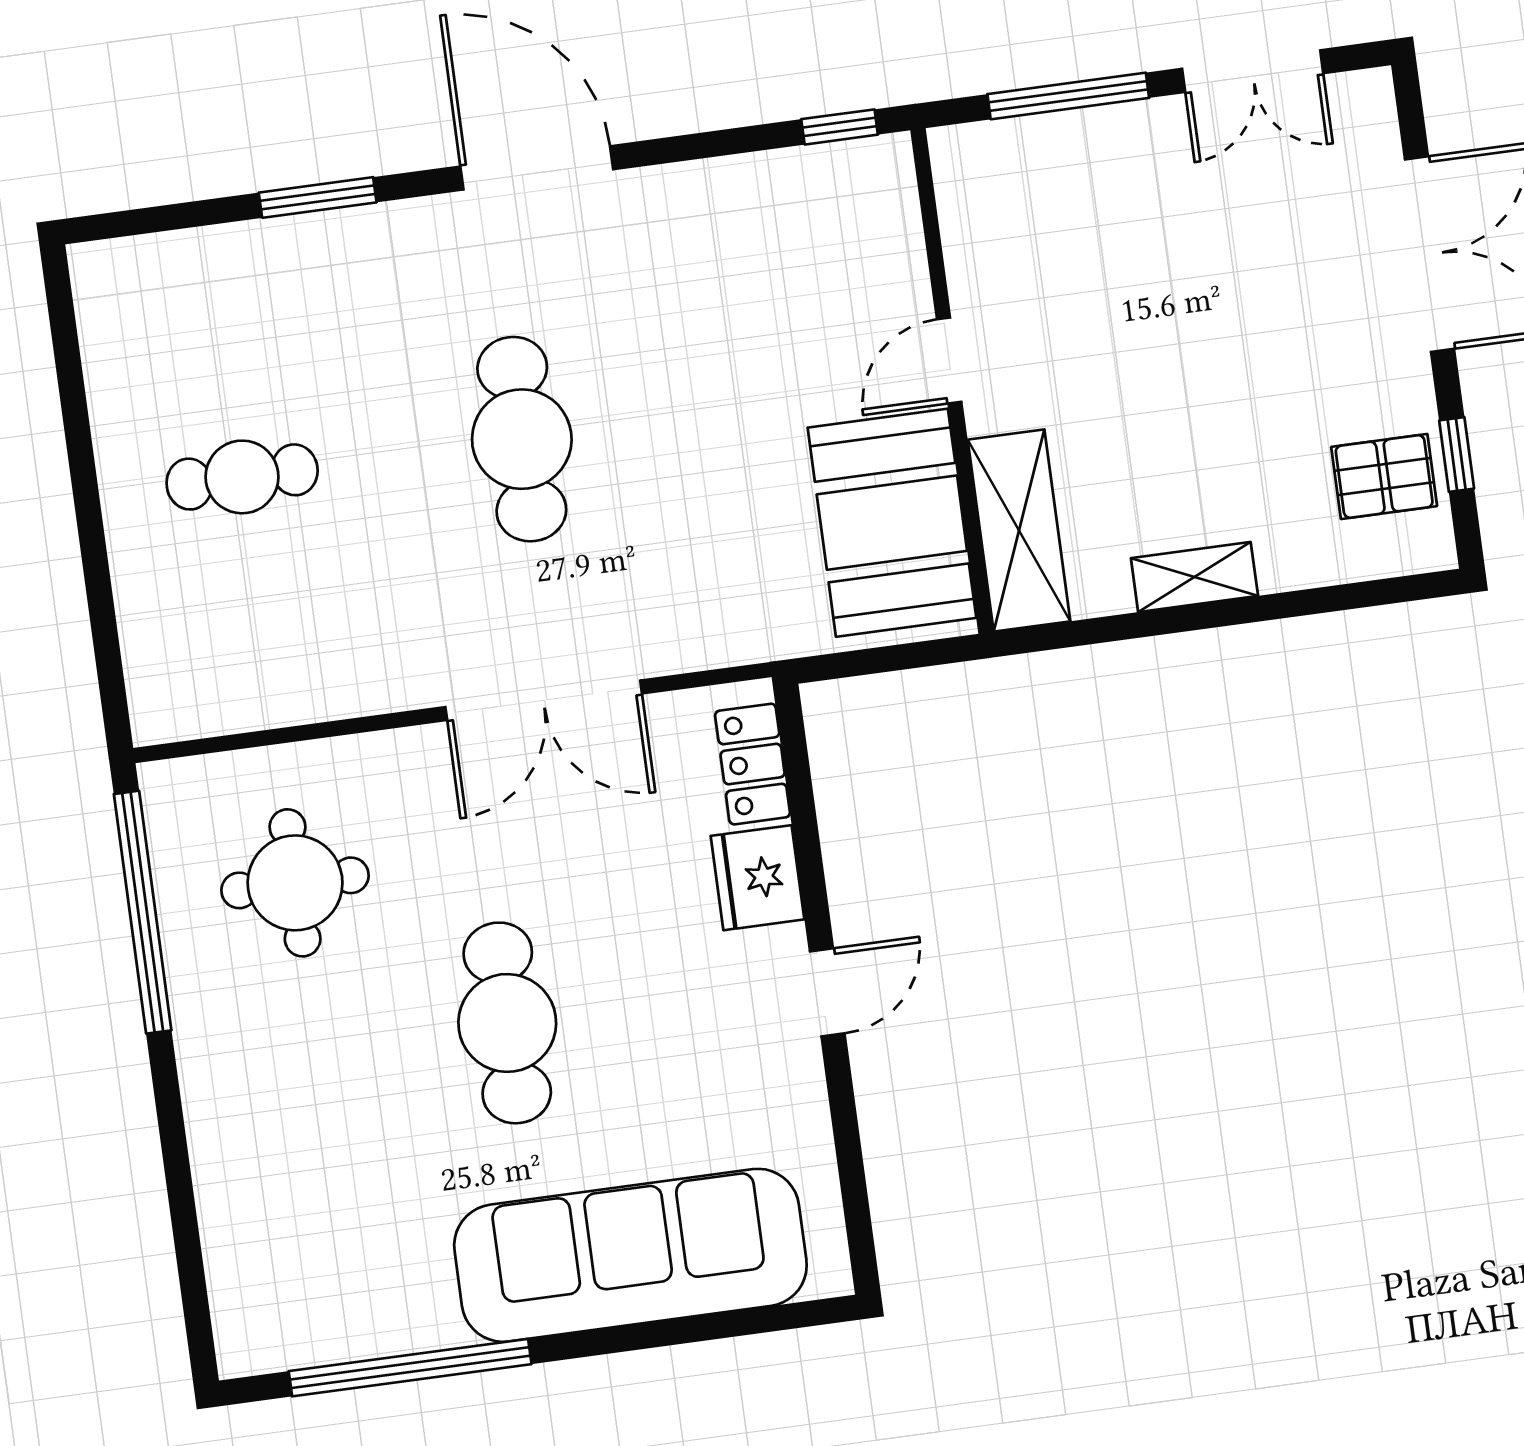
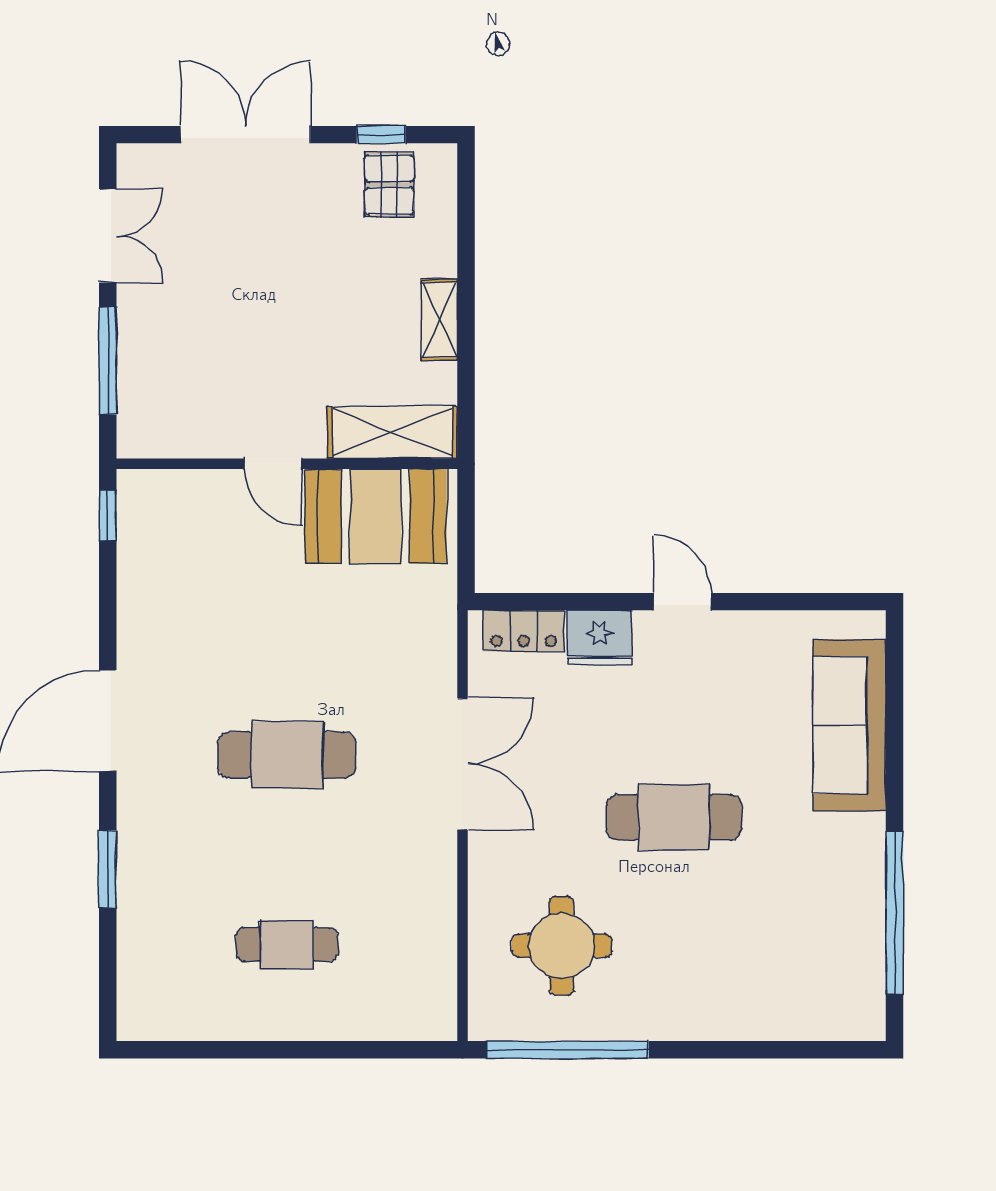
cafe table: (242, 477) -> (287, 944), turned 90
sofa: (630, 1255) -> (849, 725), width x0.74, depth x0.79

